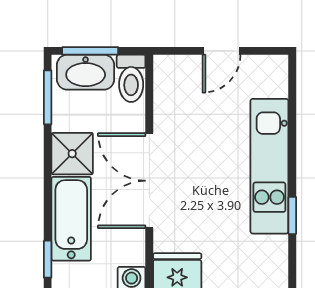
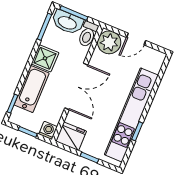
plant: (175, 77) -> (109, 42), added
kitchen unit: (269, 166) -> (131, 115), width x1.36
double door: (149, 181) -> (76, 86), swing flipped

